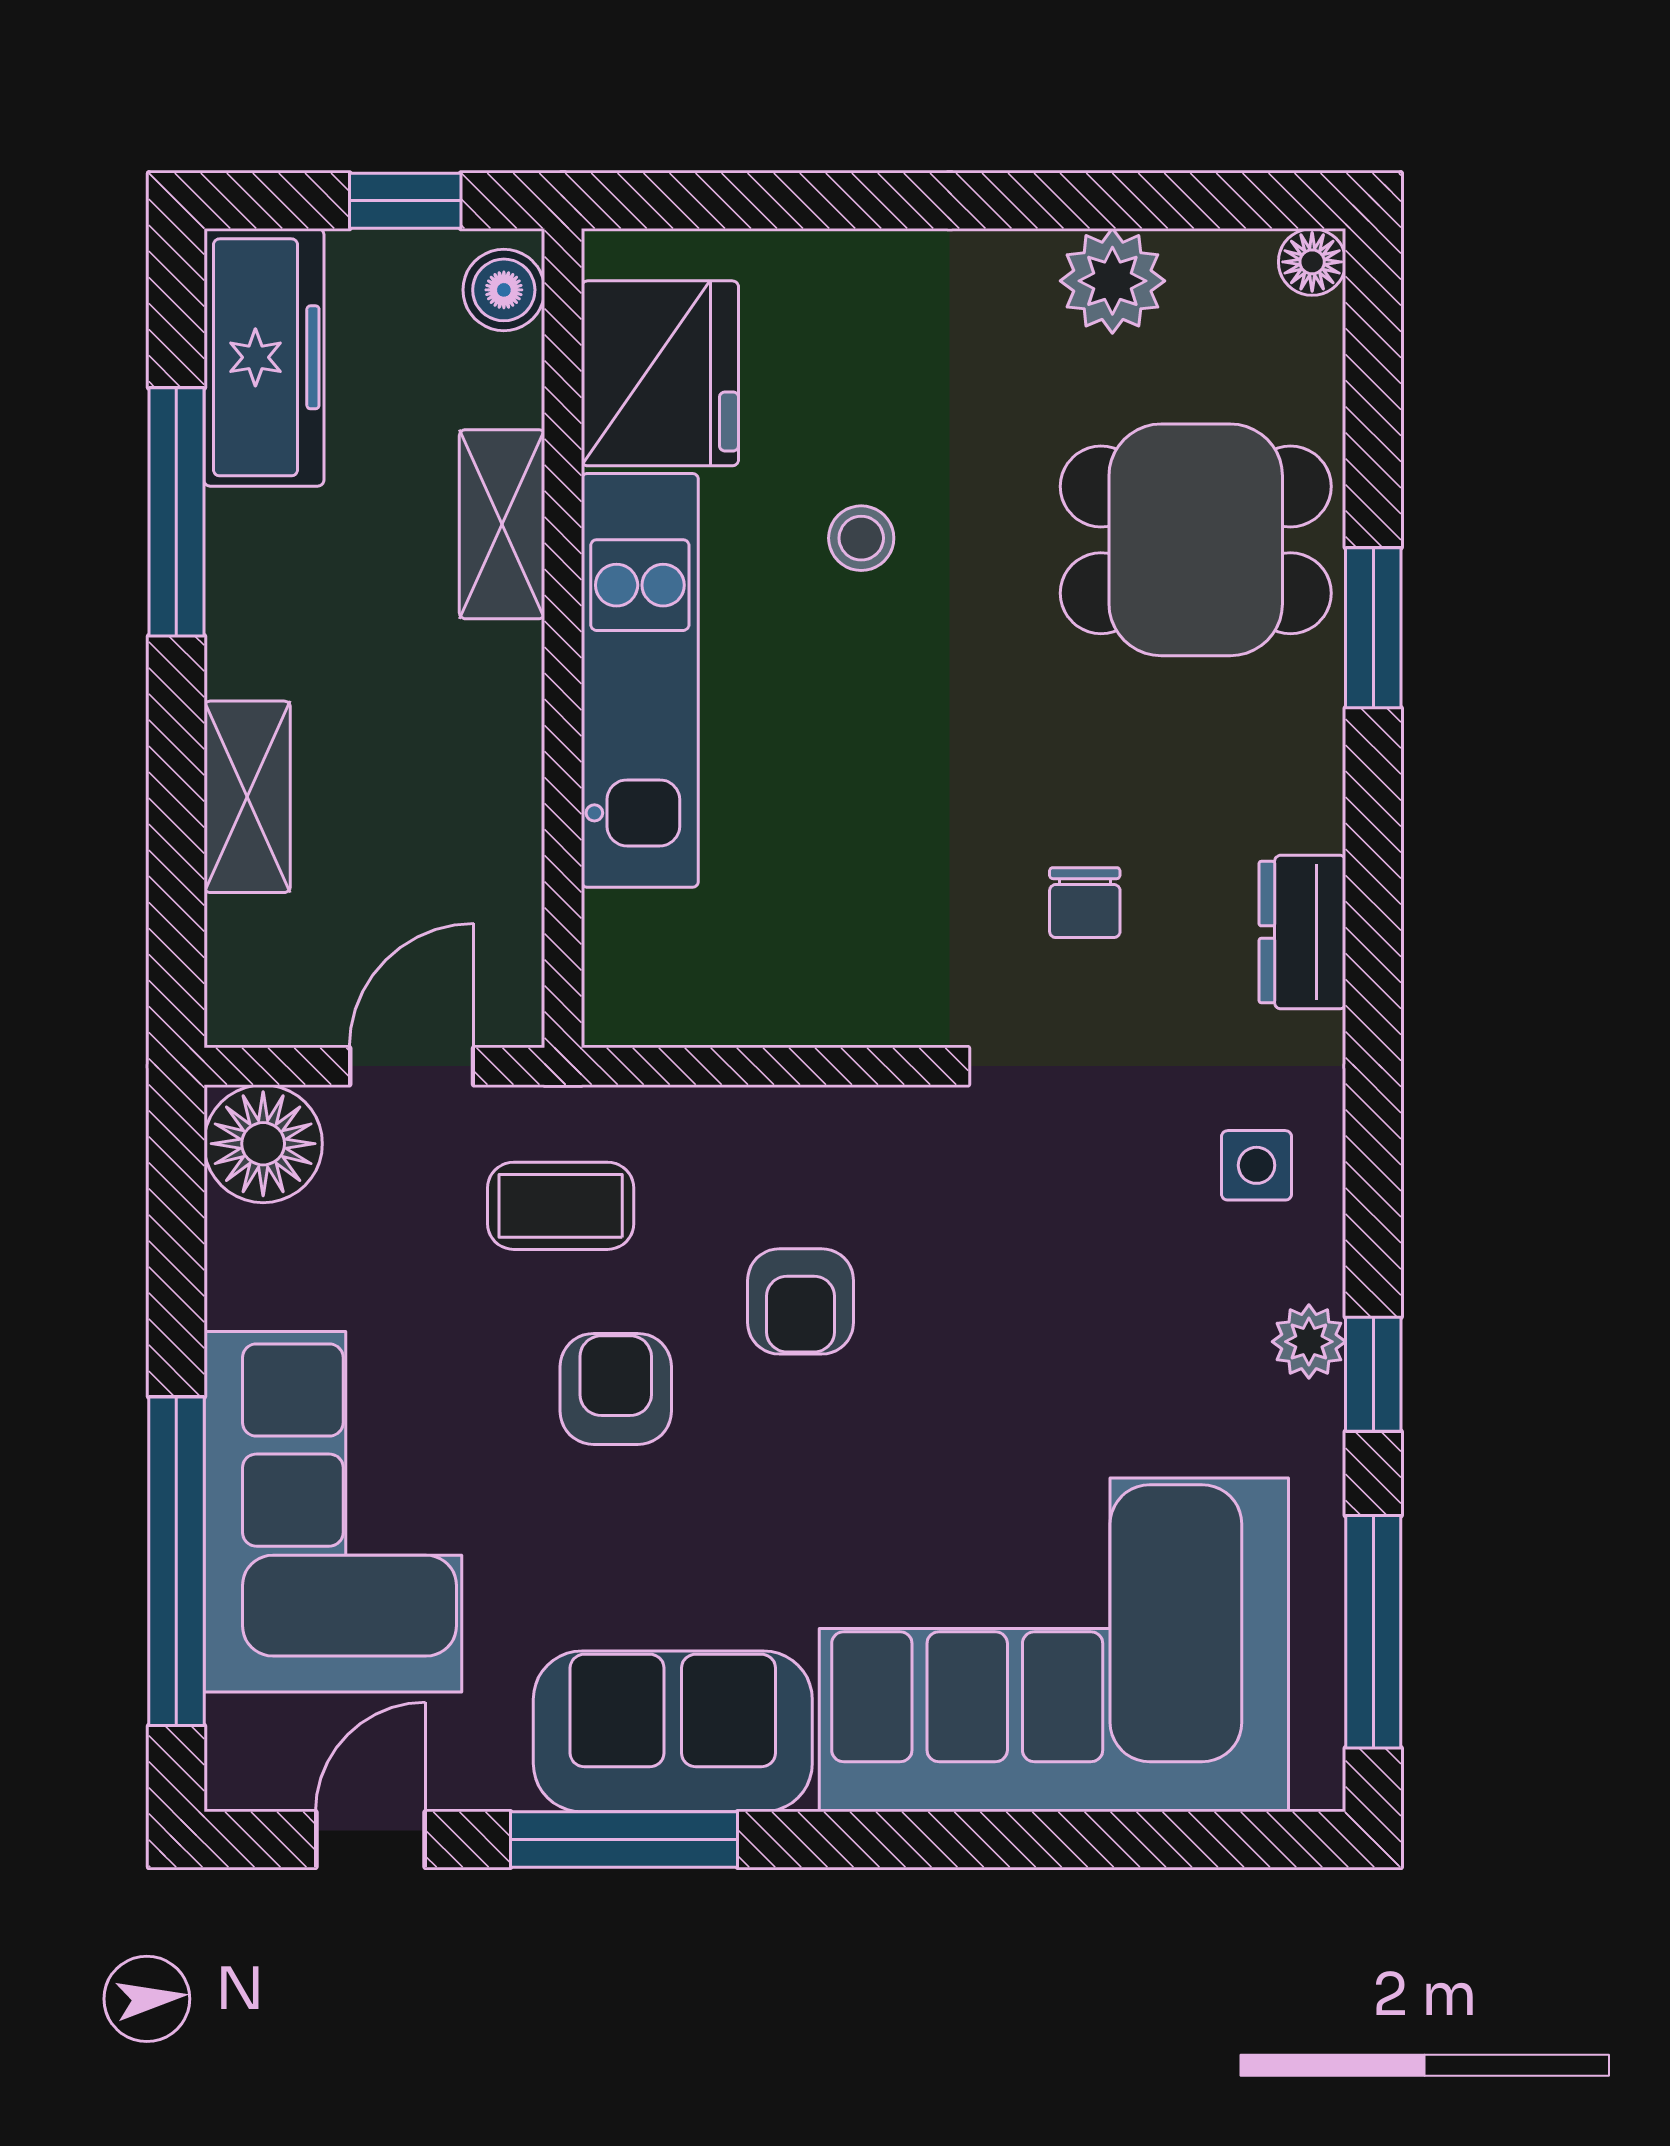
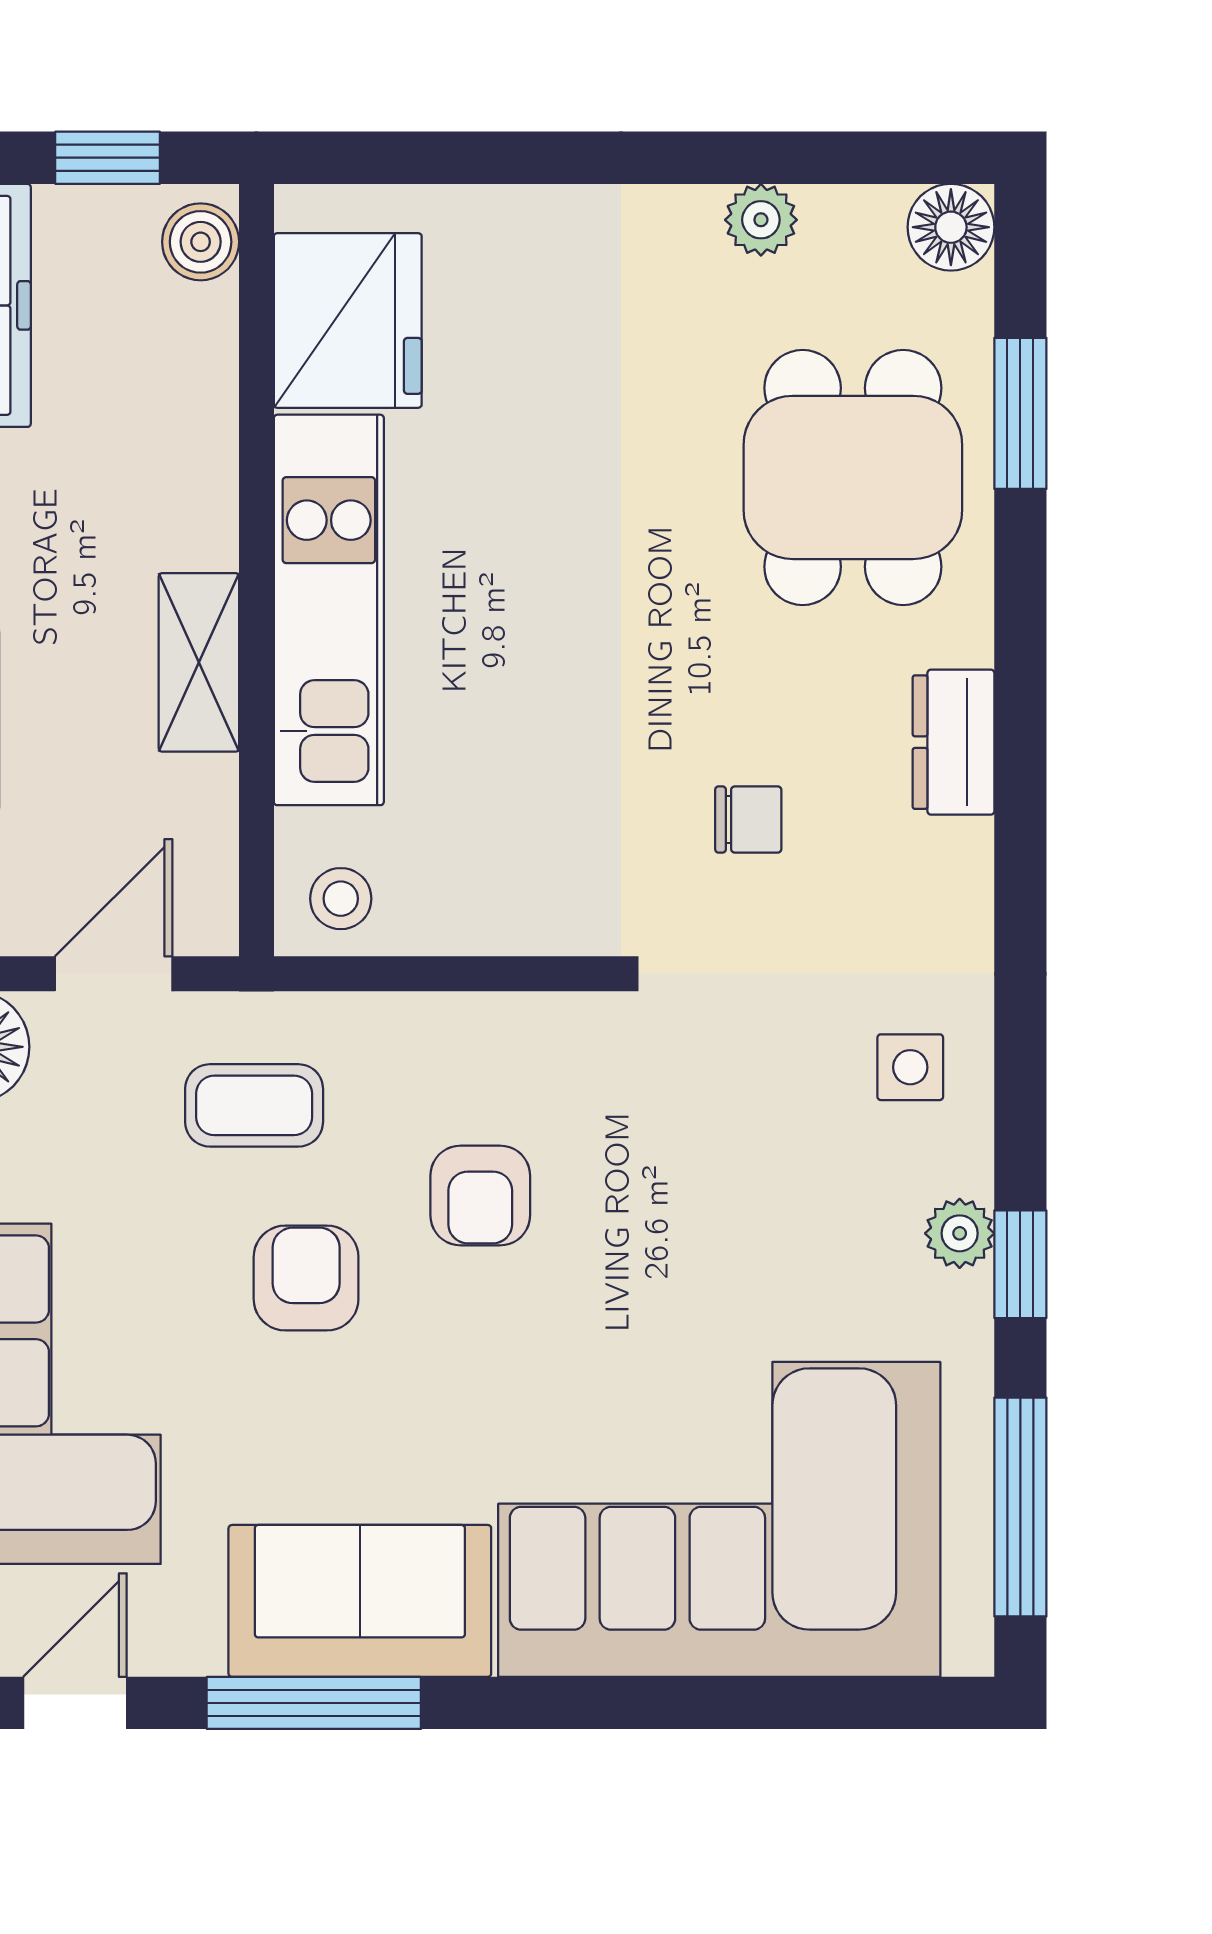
floor lamp: (1312, 262) -> (951, 227), width x1.37, depth x1.37
plant: (1112, 281) -> (761, 220), width x0.73, depth x0.73
shelving: (502, 524) -> (199, 662), moved
stool: (861, 538) -> (341, 899), moved
dining table: (1196, 540) -> (853, 477), turned 90
window: (1373, 628) -> (1020, 413), moved
chair: (1085, 903) -> (748, 819), turned -90
dresser: (1302, 932) -> (953, 742), moved

